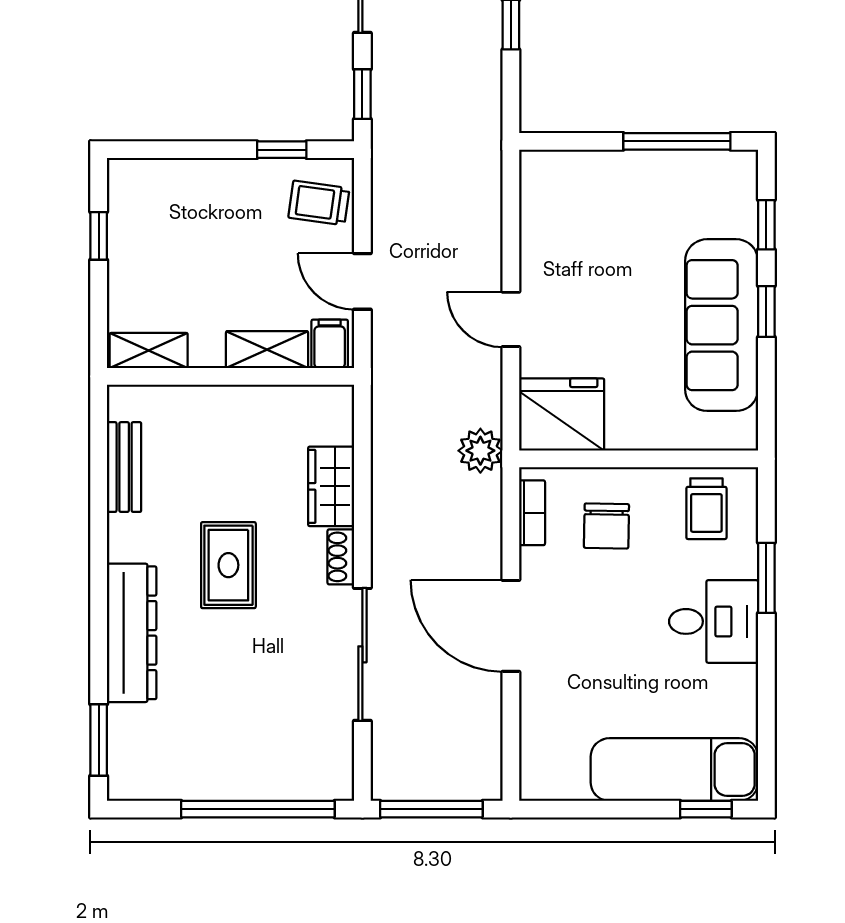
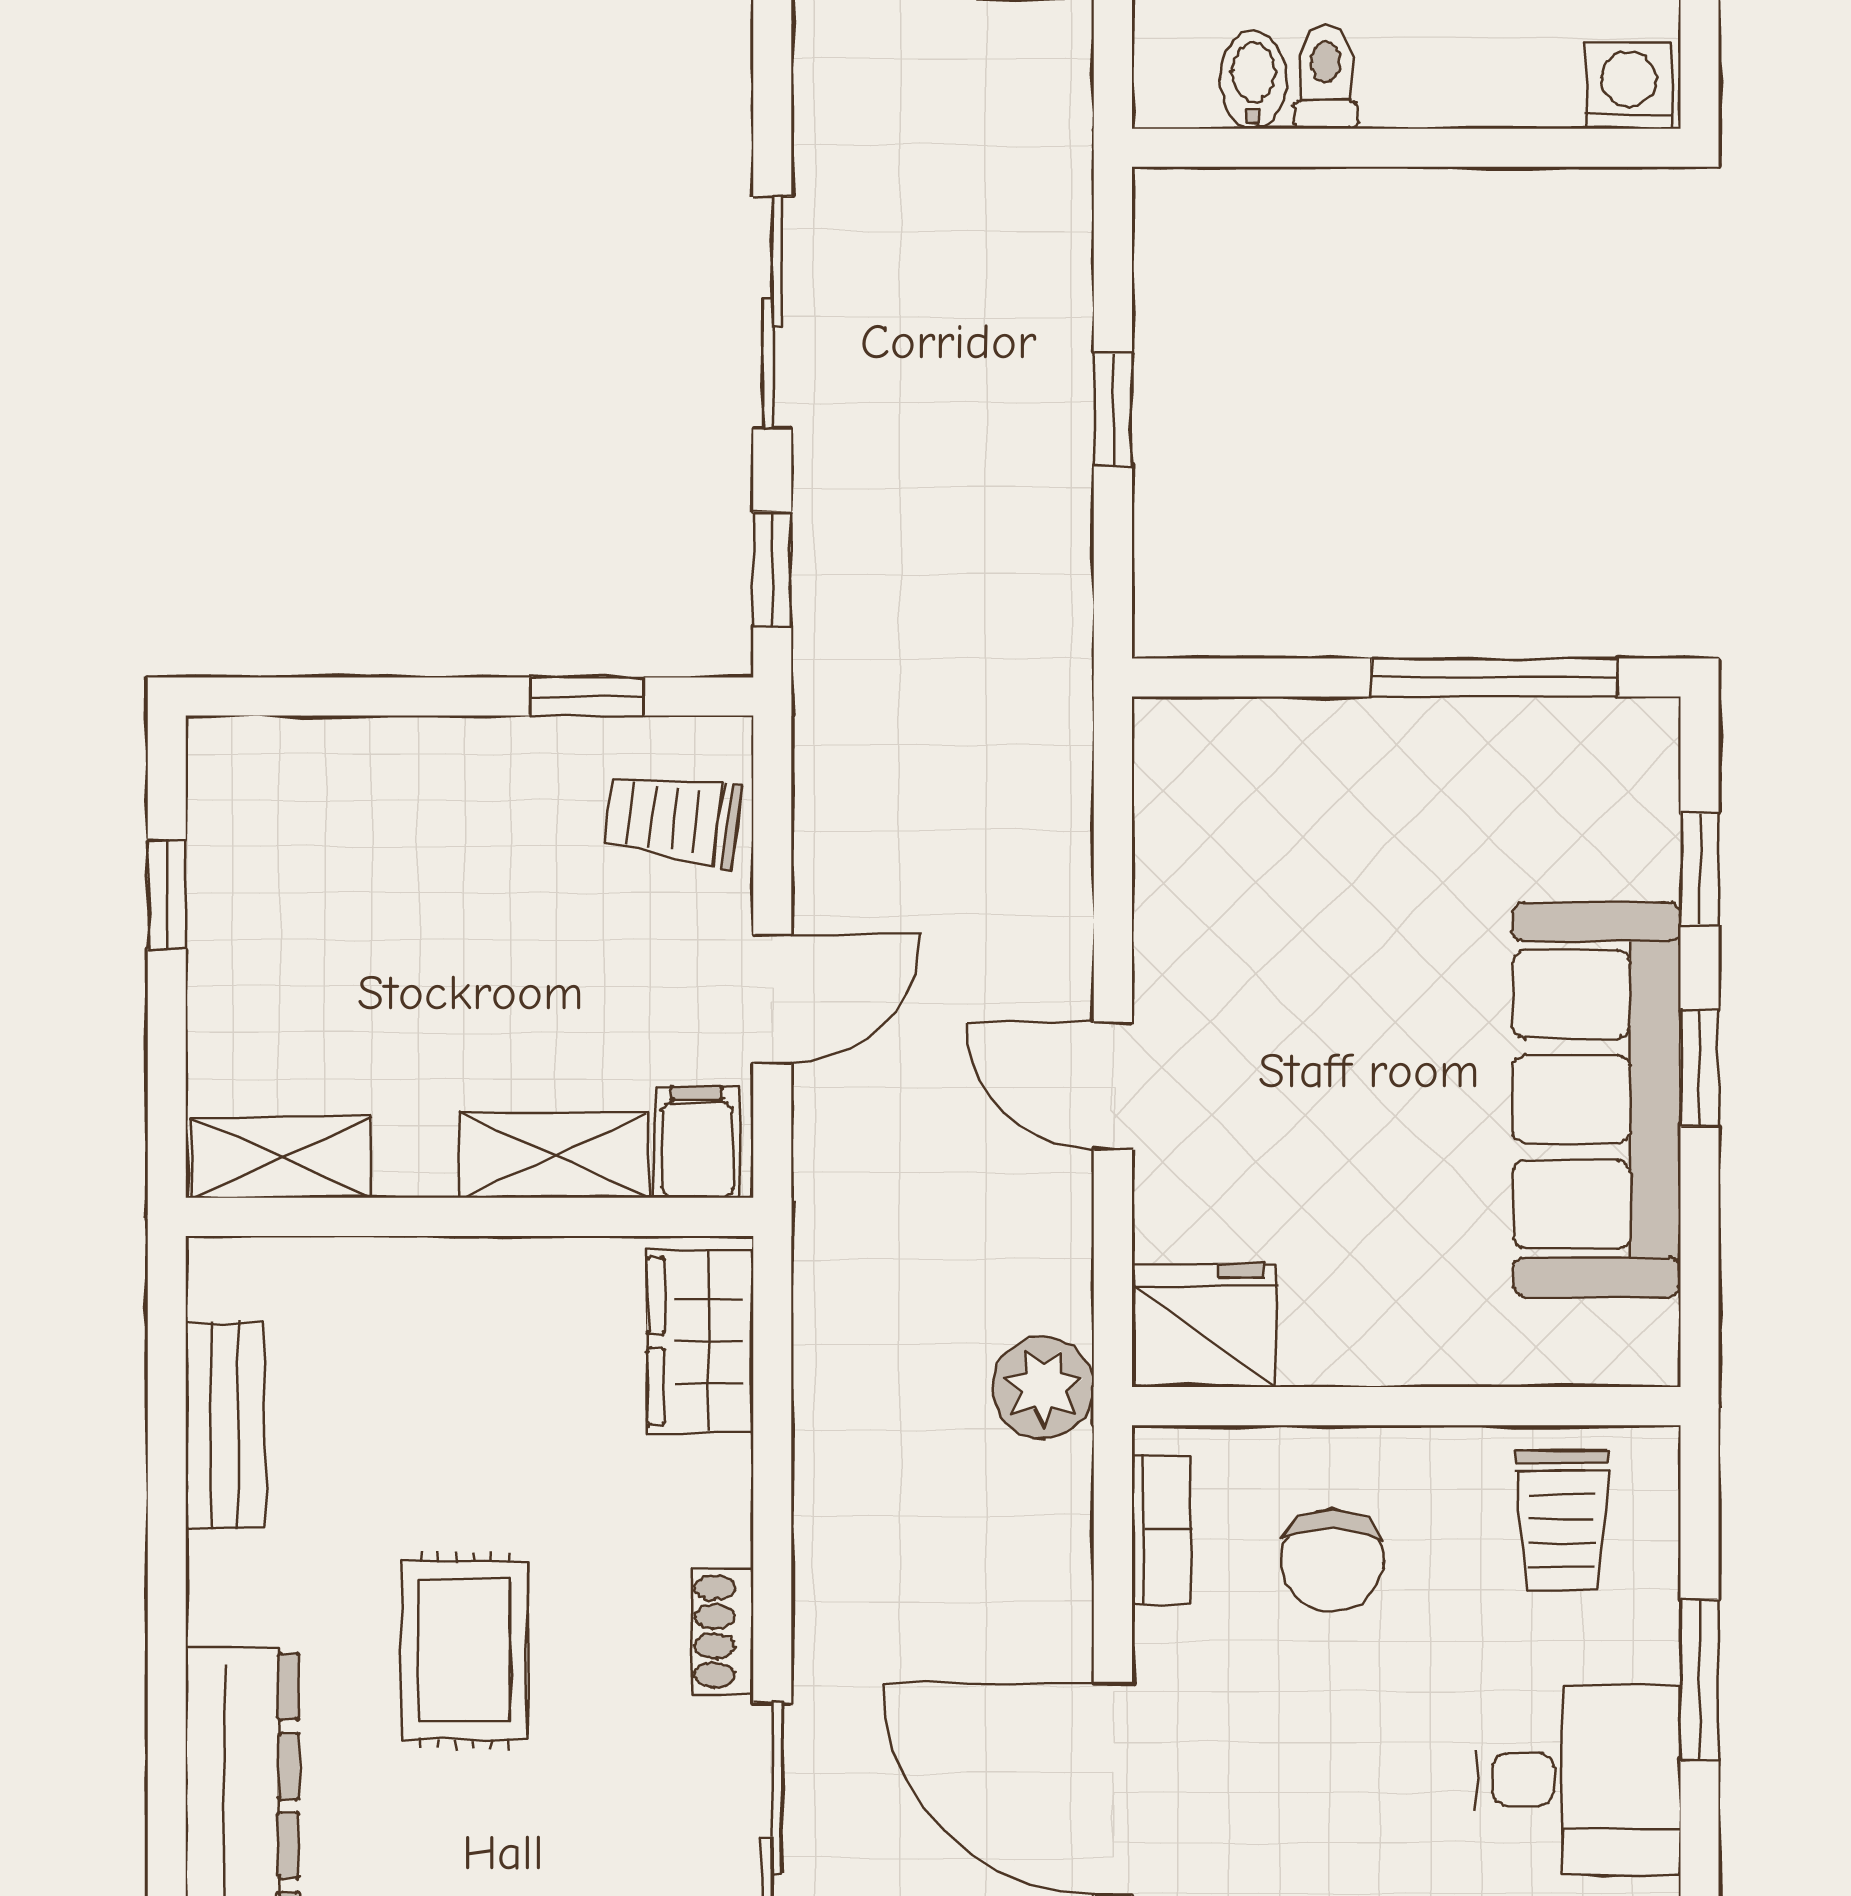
door: (362, 281) -> (772, 999), swing flipped
fridge: (562, 414) -> (1204, 1325), width x0.73, depth x0.75
wardrobe: (331, 486) -> (700, 1341), moved

